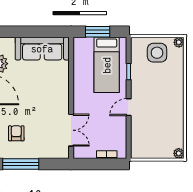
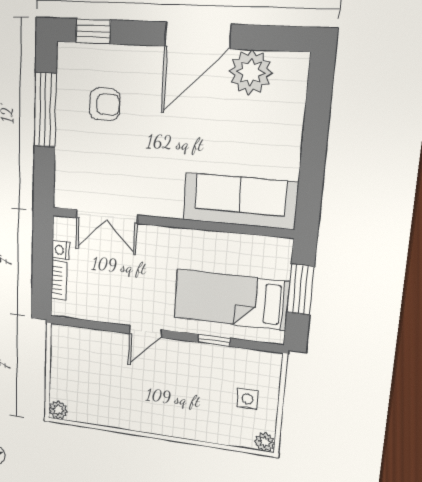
sofa: (42, 49) -> (240, 201), moved, turned 90
side table: (157, 53) -> (248, 399), width x0.54, depth x0.54
door: (129, 107) -> (146, 332), swing flipped
nightstand: (91, 154) -> (61, 250), added

